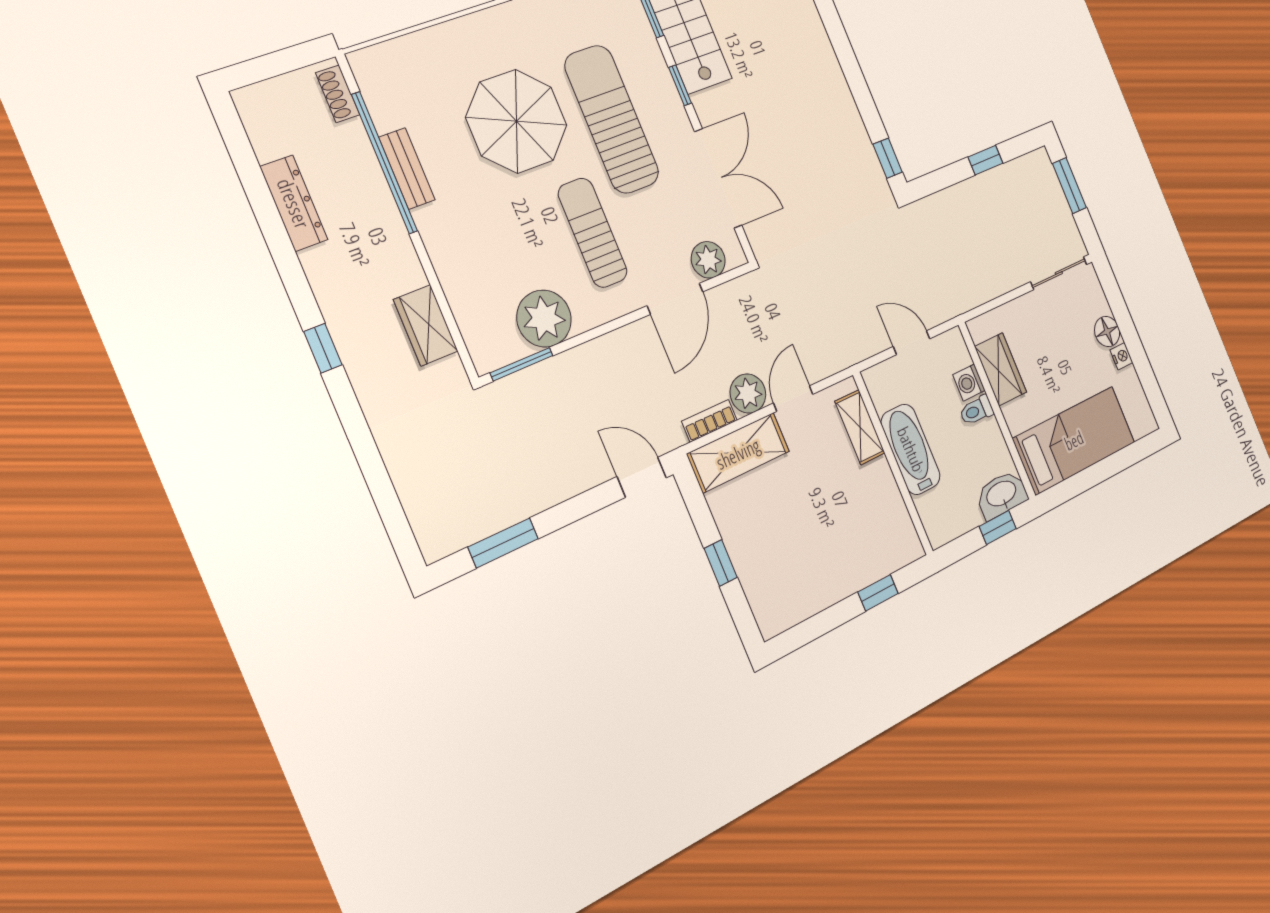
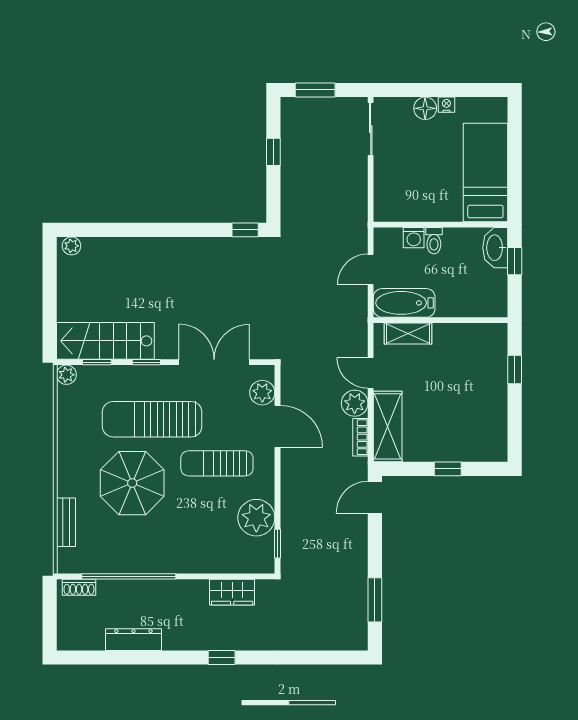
bench: (407, 169) -> (66, 522), moved, turned 90
window: (522, 364) -> (278, 544), width x0.67
wardrobe: (1001, 369) -> (415, 208), removed
bathtub: (911, 449) -> (404, 303), moved

